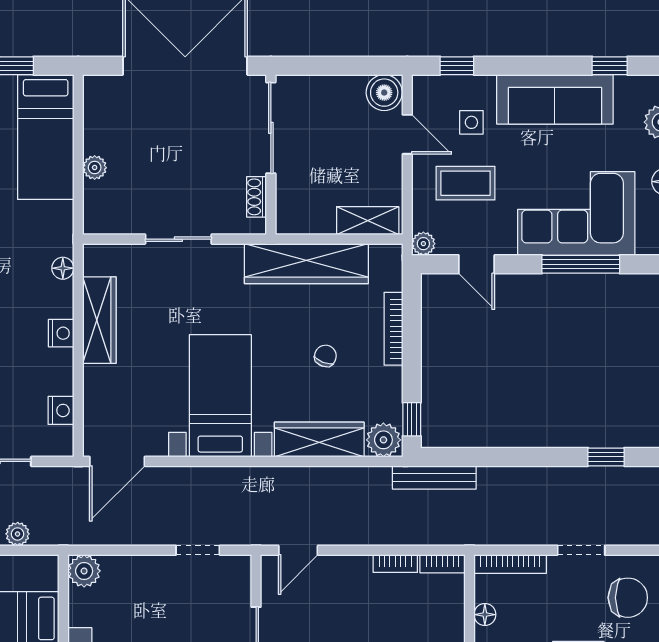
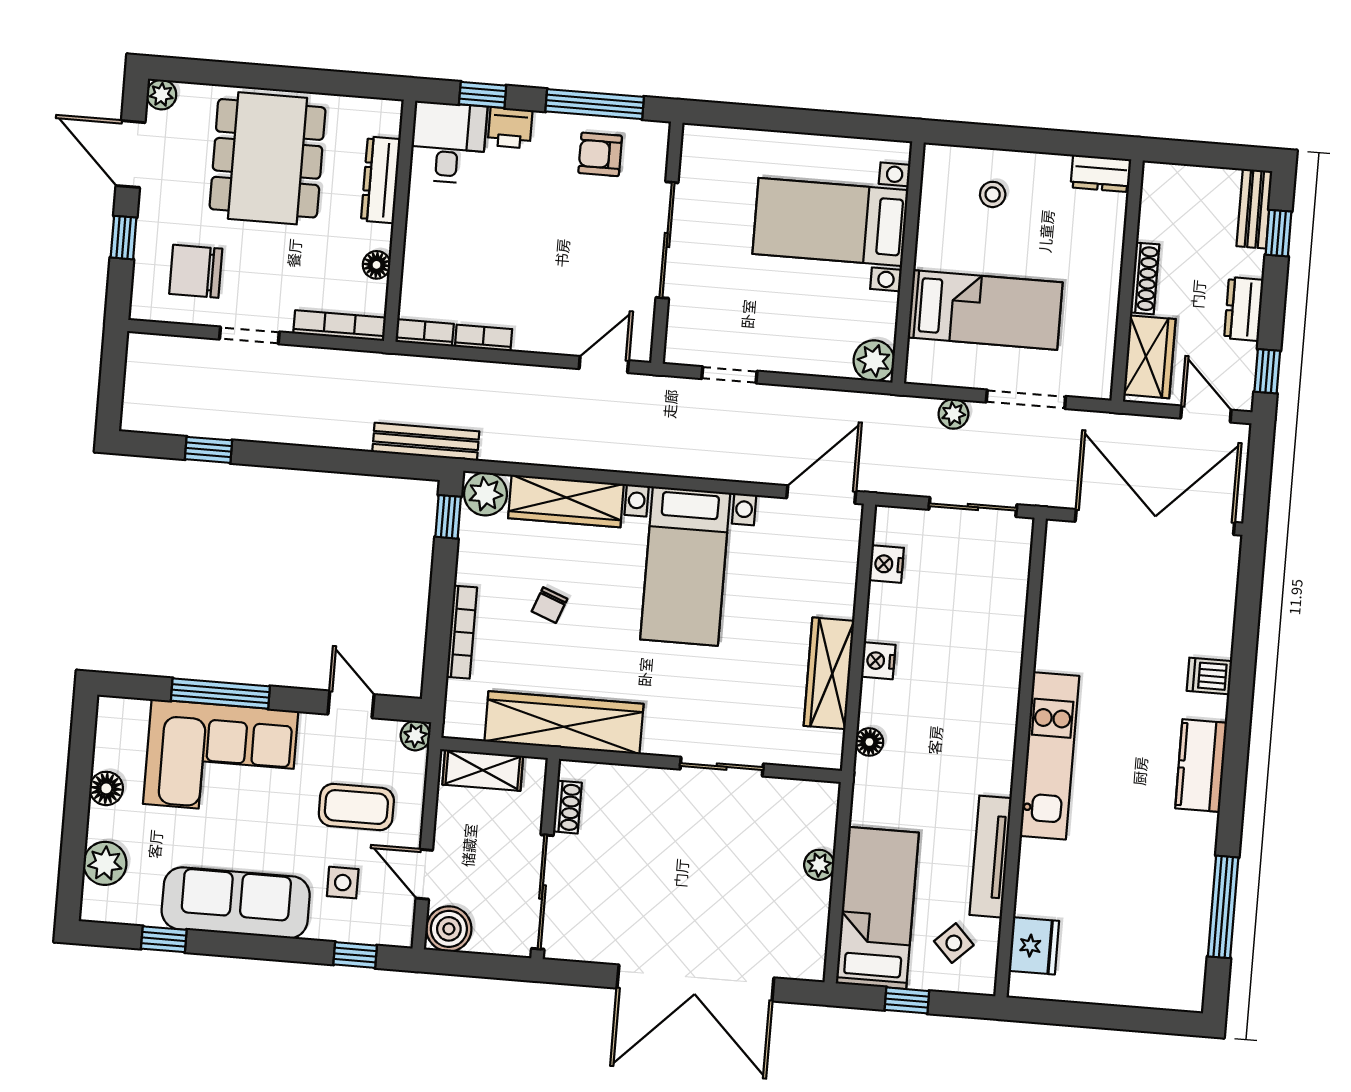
sliding door: (271, 128) -> (542, 892), moved
wall: (271, 155) -> (545, 859), moved
shoe rack: (257, 197) -> (567, 807), moved

